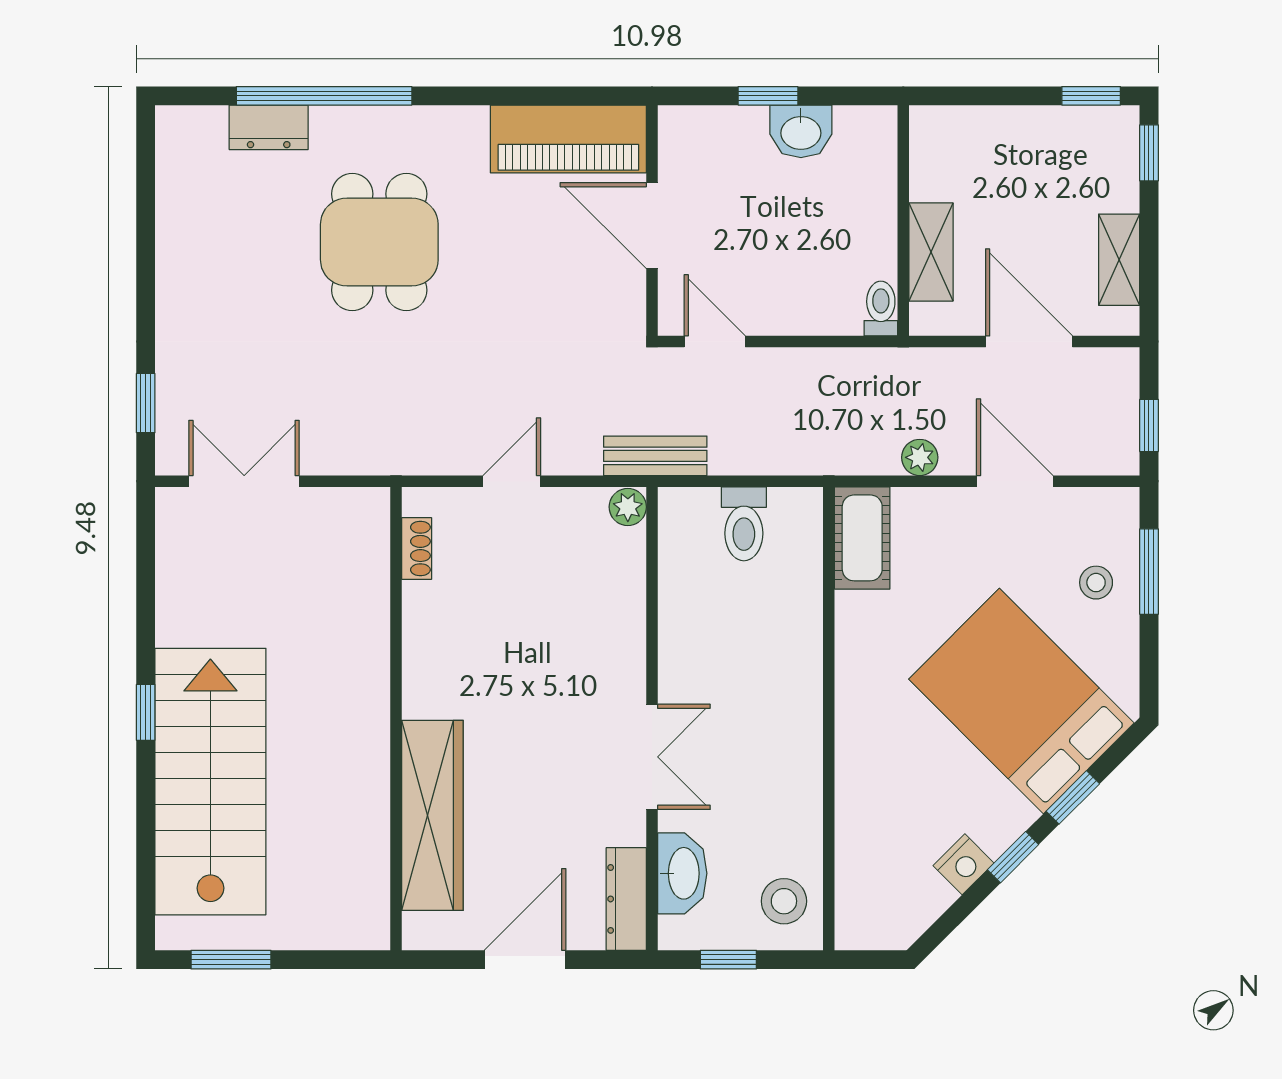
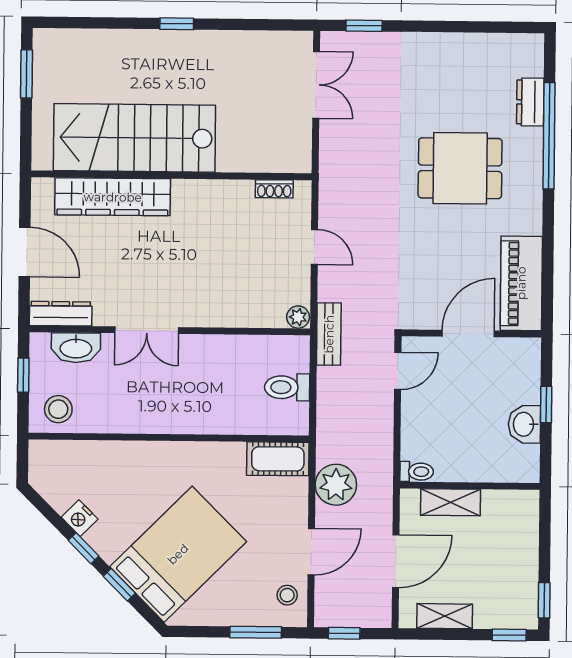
plant: (920, 457) -> (336, 485), width x1.88, depth x1.88
stool: (1096, 583) -> (287, 595), moved
stairs: (210, 782) -> (134, 138), moved, turned 180

